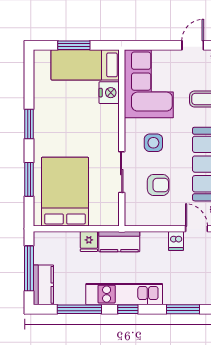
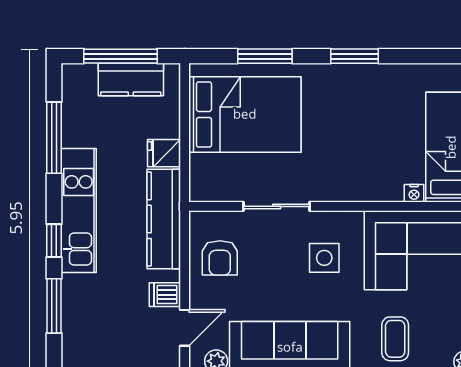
nightstand: (109, 93) -> (414, 193), width x0.53, depth x0.56
armchair: (158, 185) -> (220, 258), moved
kitchen counter: (119, 242) -> (164, 219), width x1.50
kitchen counter: (43, 285) -> (131, 79), moved
window: (128, 309) -> (54, 241), moved

